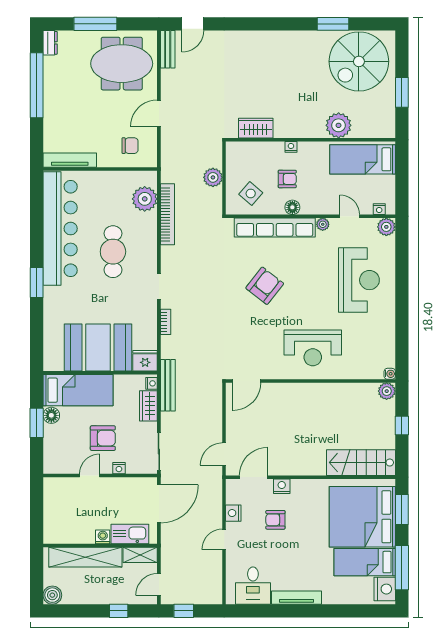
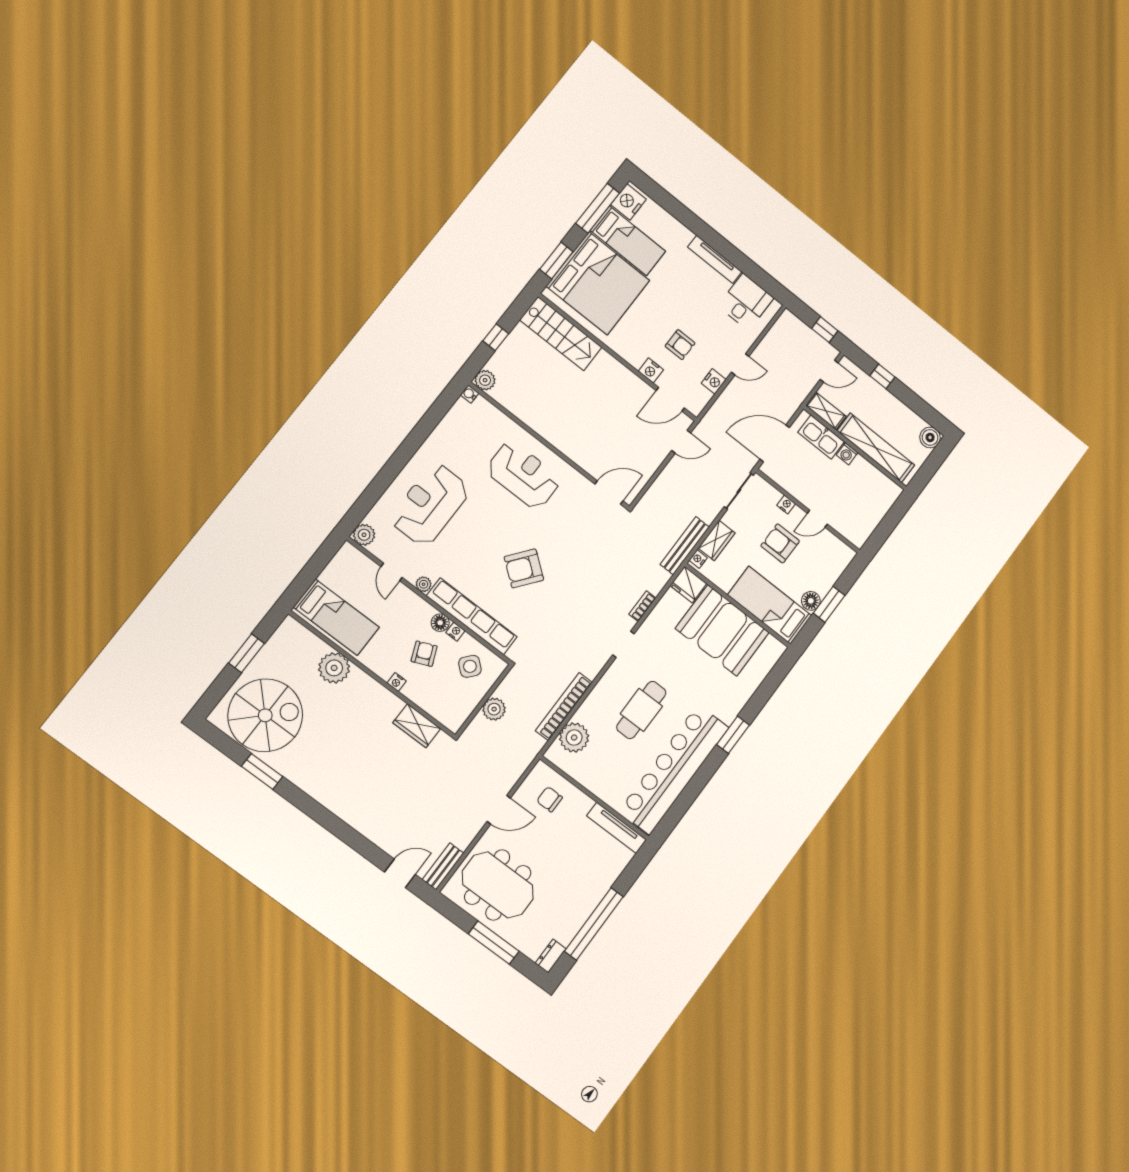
armchair: (287, 179) -> (424, 654), turned 67
nightstand: (379, 209) -> (455, 632), moved

